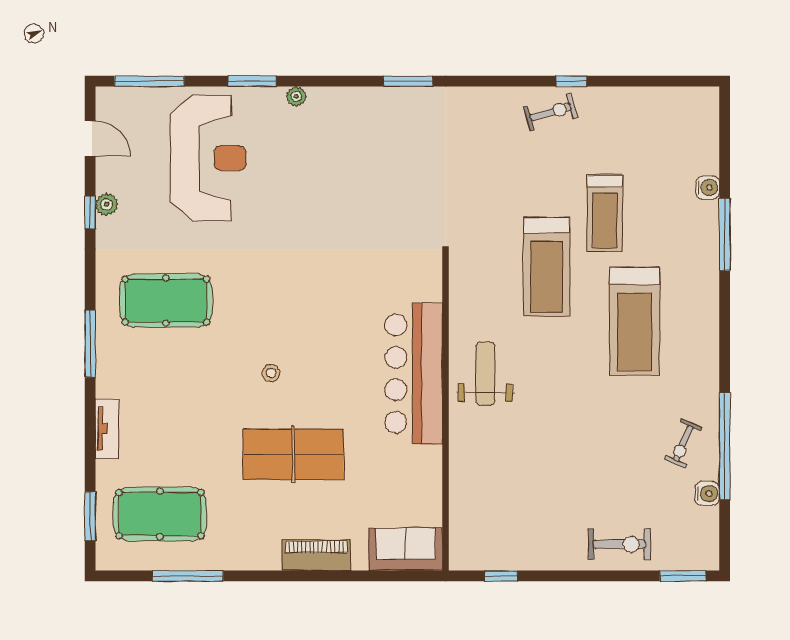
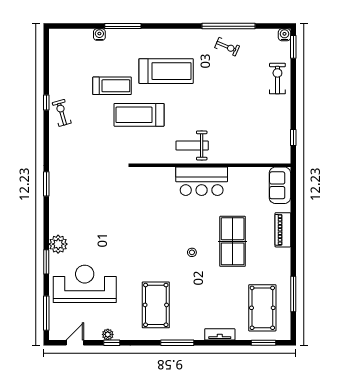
plant: (296, 96) -> (58, 244), width x1.88, depth x1.88
treadmill: (547, 267) -> (139, 115), turned 180
bar counter: (414, 374) -> (202, 181), width x0.73
water cooler: (707, 494) -> (284, 35), moved

